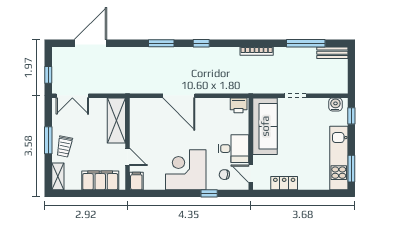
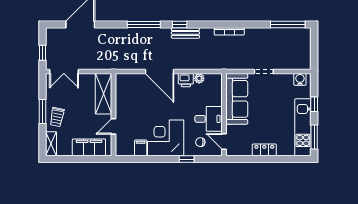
window: (161, 43) -> (144, 24), width x1.44
window: (306, 43) -> (288, 24), moved
bench: (332, 53) -> (185, 33), moved
plant: (223, 103) -> (199, 78), added
printer: (239, 105) -> (186, 80), moved
window: (351, 116) -> (314, 104), moved
door: (128, 157) -> (114, 126), swing flipped
filing cabinet: (136, 181) -> (141, 148), moved
locker: (284, 183) -> (264, 150), moved

